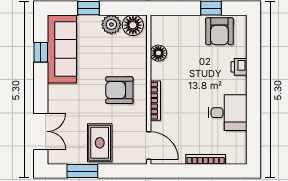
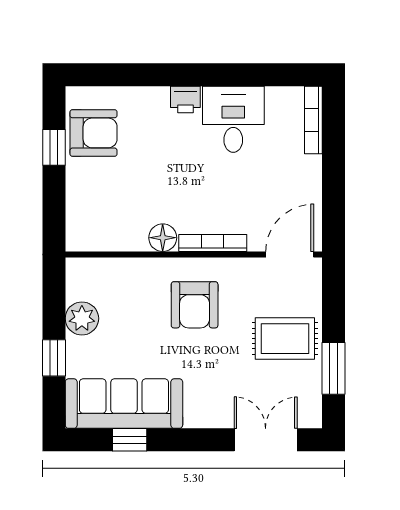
floor lamp: (133, 25) -> (83, 282), removed
floor lamp: (158, 53) -> (163, 238), moved
printer: (239, 67) -> (185, 100), moved
bookcase: (206, 159) -> (313, 120), moved

